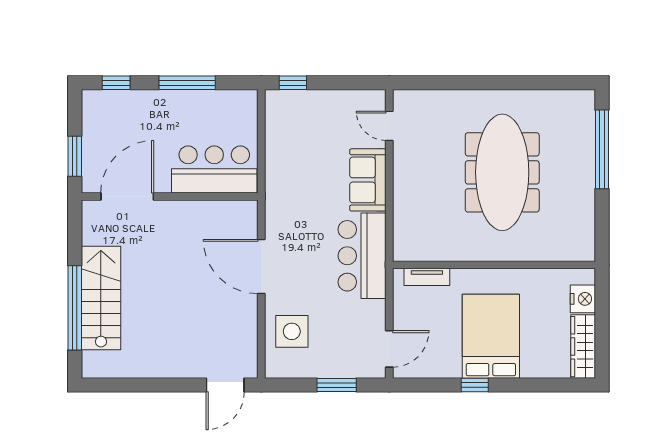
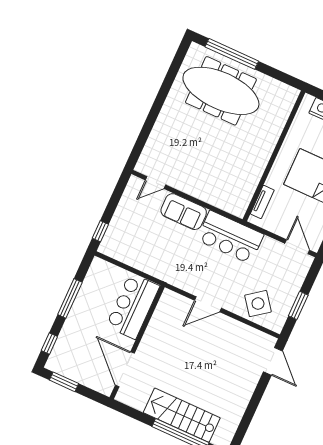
window: (75, 156) -> (64, 382), moved
meeting table: (502, 172) -> (221, 91), moved
door: (261, 267) -> (208, 304), width x0.73
side table: (292, 331) -> (258, 304), turned -37
window: (337, 385) -> (298, 305), moved

